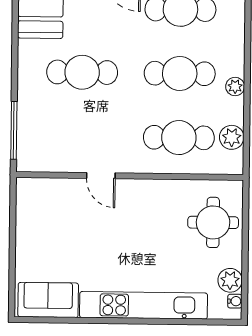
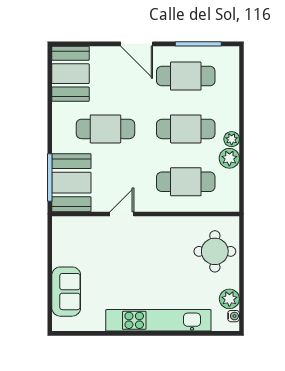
booth: (40, 137) -> (71, 183), added
plant: (232, 137) -> (229, 158), moved
door: (101, 176) -> (122, 214), swing flipped
sofa: (48, 300) -> (66, 292), moved, turned 90

